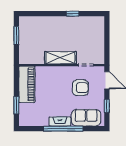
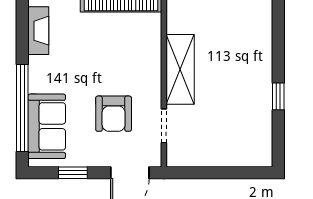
fireplace: (60, 121) -> (38, 31), moved
window: (63, 129) -> (22, 108), moved

